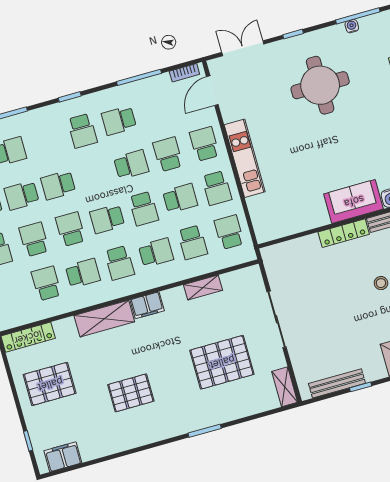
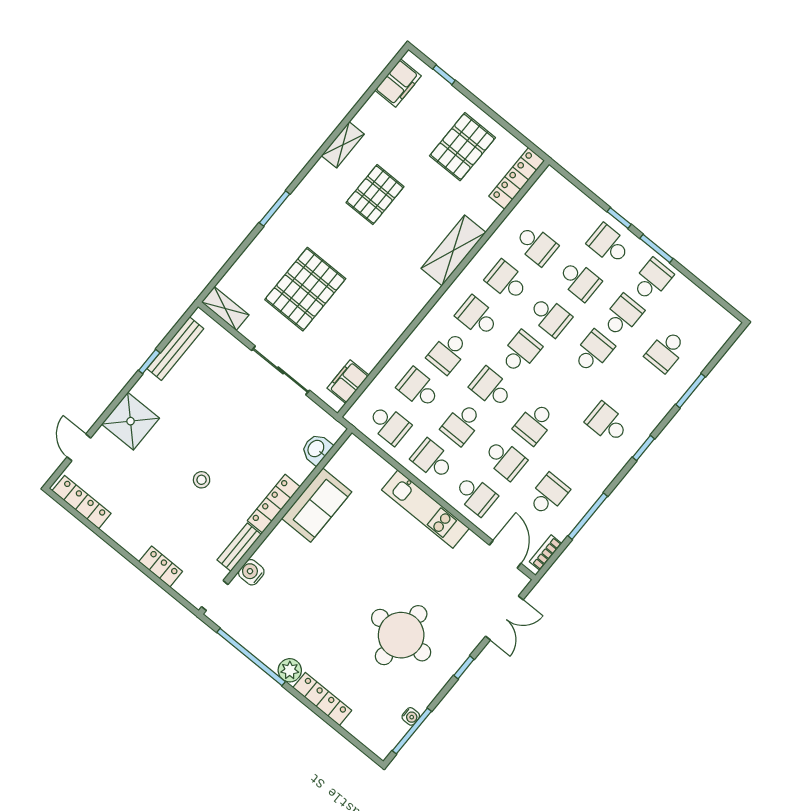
school desk: (119, 120) -> (548, 495), moved
sofa: (354, 201) -> (317, 505), moved
washbasin: (289, 250) -> (316, 449), added
school desk: (83, 273) -> (507, 281), turned 90
shelving: (203, 288) -> (343, 145), moved
filing cabinet: (147, 305) -> (348, 382), moved

